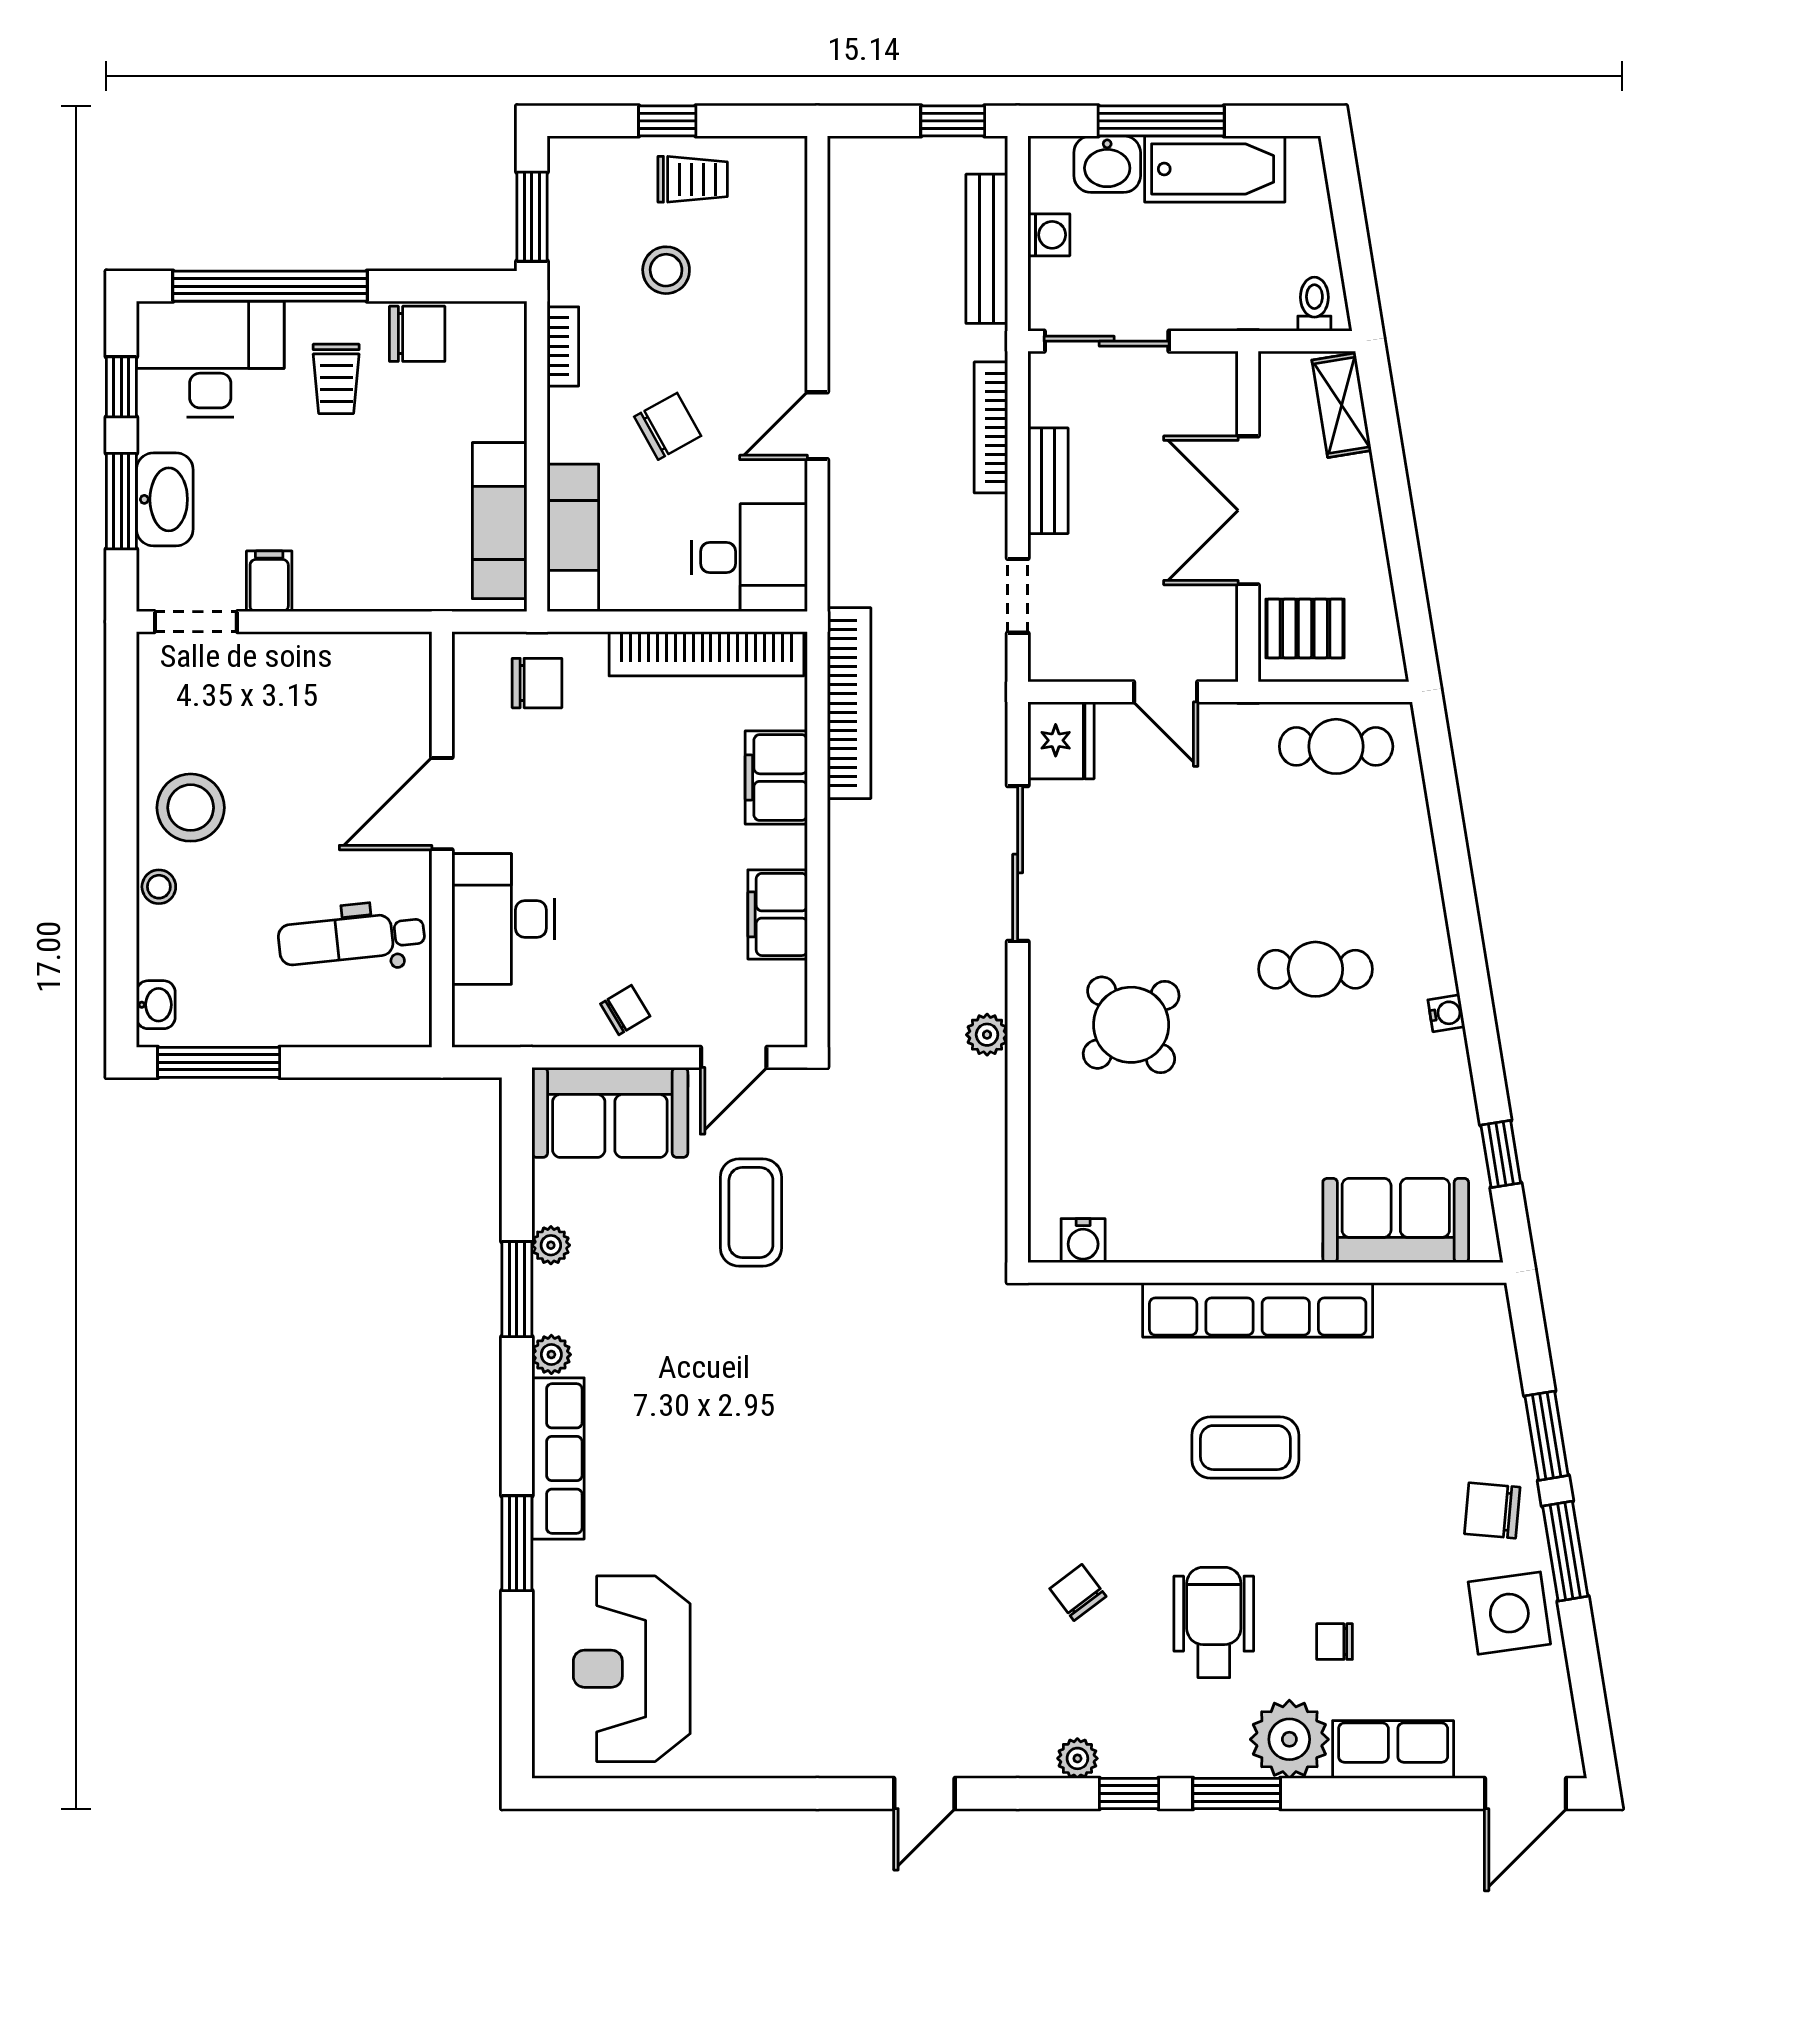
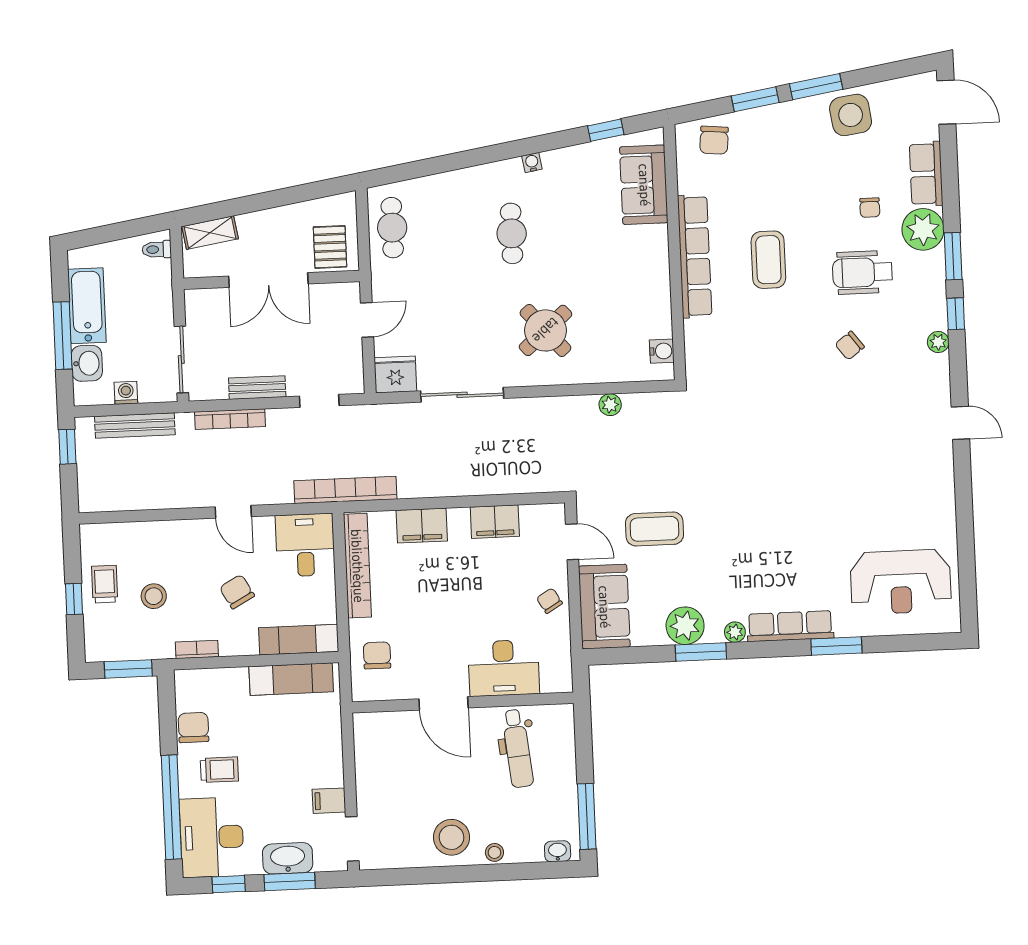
bookcase: (849, 703) -> (345, 490), moved
plant: (987, 1035) -> (610, 405), moved
plant: (551, 1245) -> (685, 626), width x1.87, depth x1.87
chair: (1492, 1510) -> (714, 140), moved

